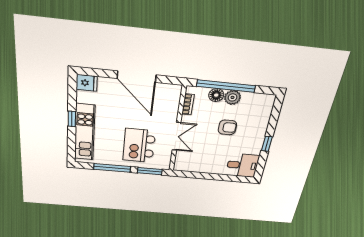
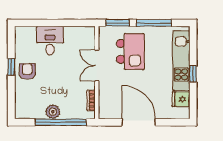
fridge: (87, 83) -> (181, 99), moved
floor lamp: (216, 95) -> (68, 112), removed
armchair: (227, 127) -> (27, 71), moved, turned 90
desk: (242, 165) -> (50, 41), moved, turned 90

